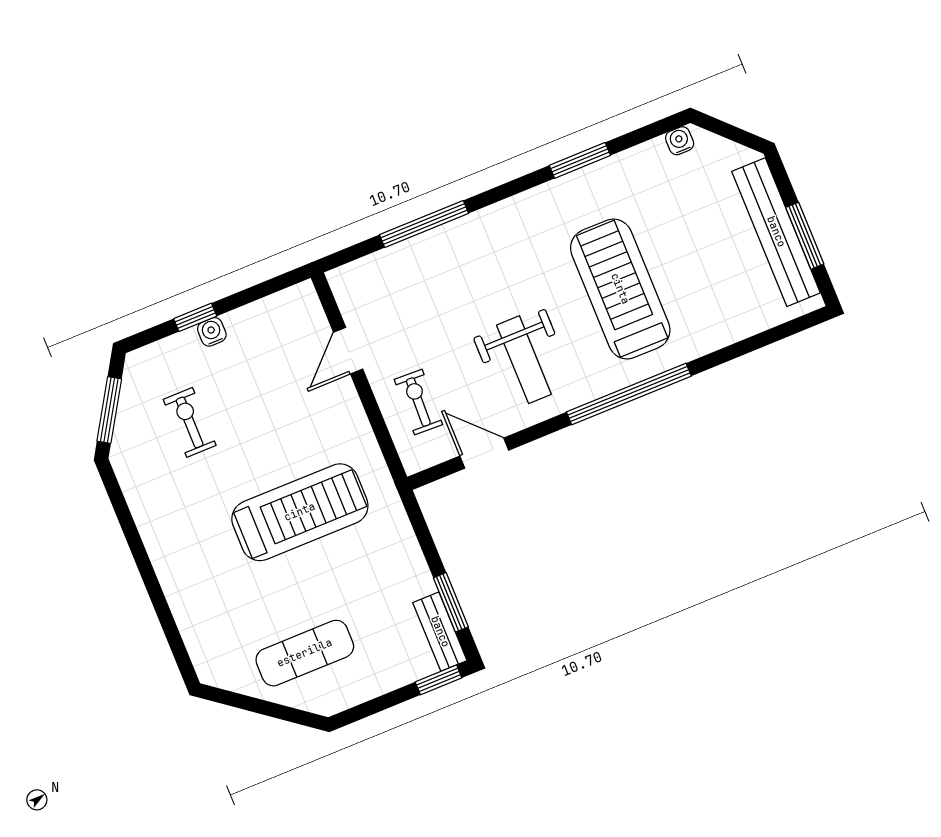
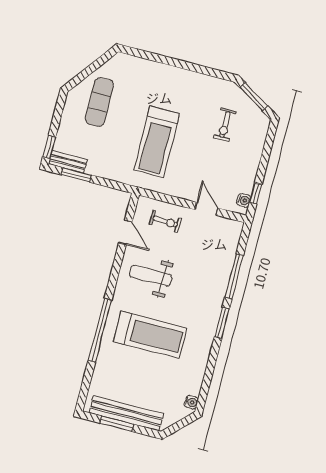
window: (580, 160) -> (222, 323), moved
window: (195, 317) -> (256, 193), moved
water cooler: (212, 332) -> (244, 200), moved
window: (629, 394) -> (100, 330), moved
exercise bike: (190, 422) -> (225, 125), turned 90
door: (484, 453) -> (125, 232), hinge flipped

